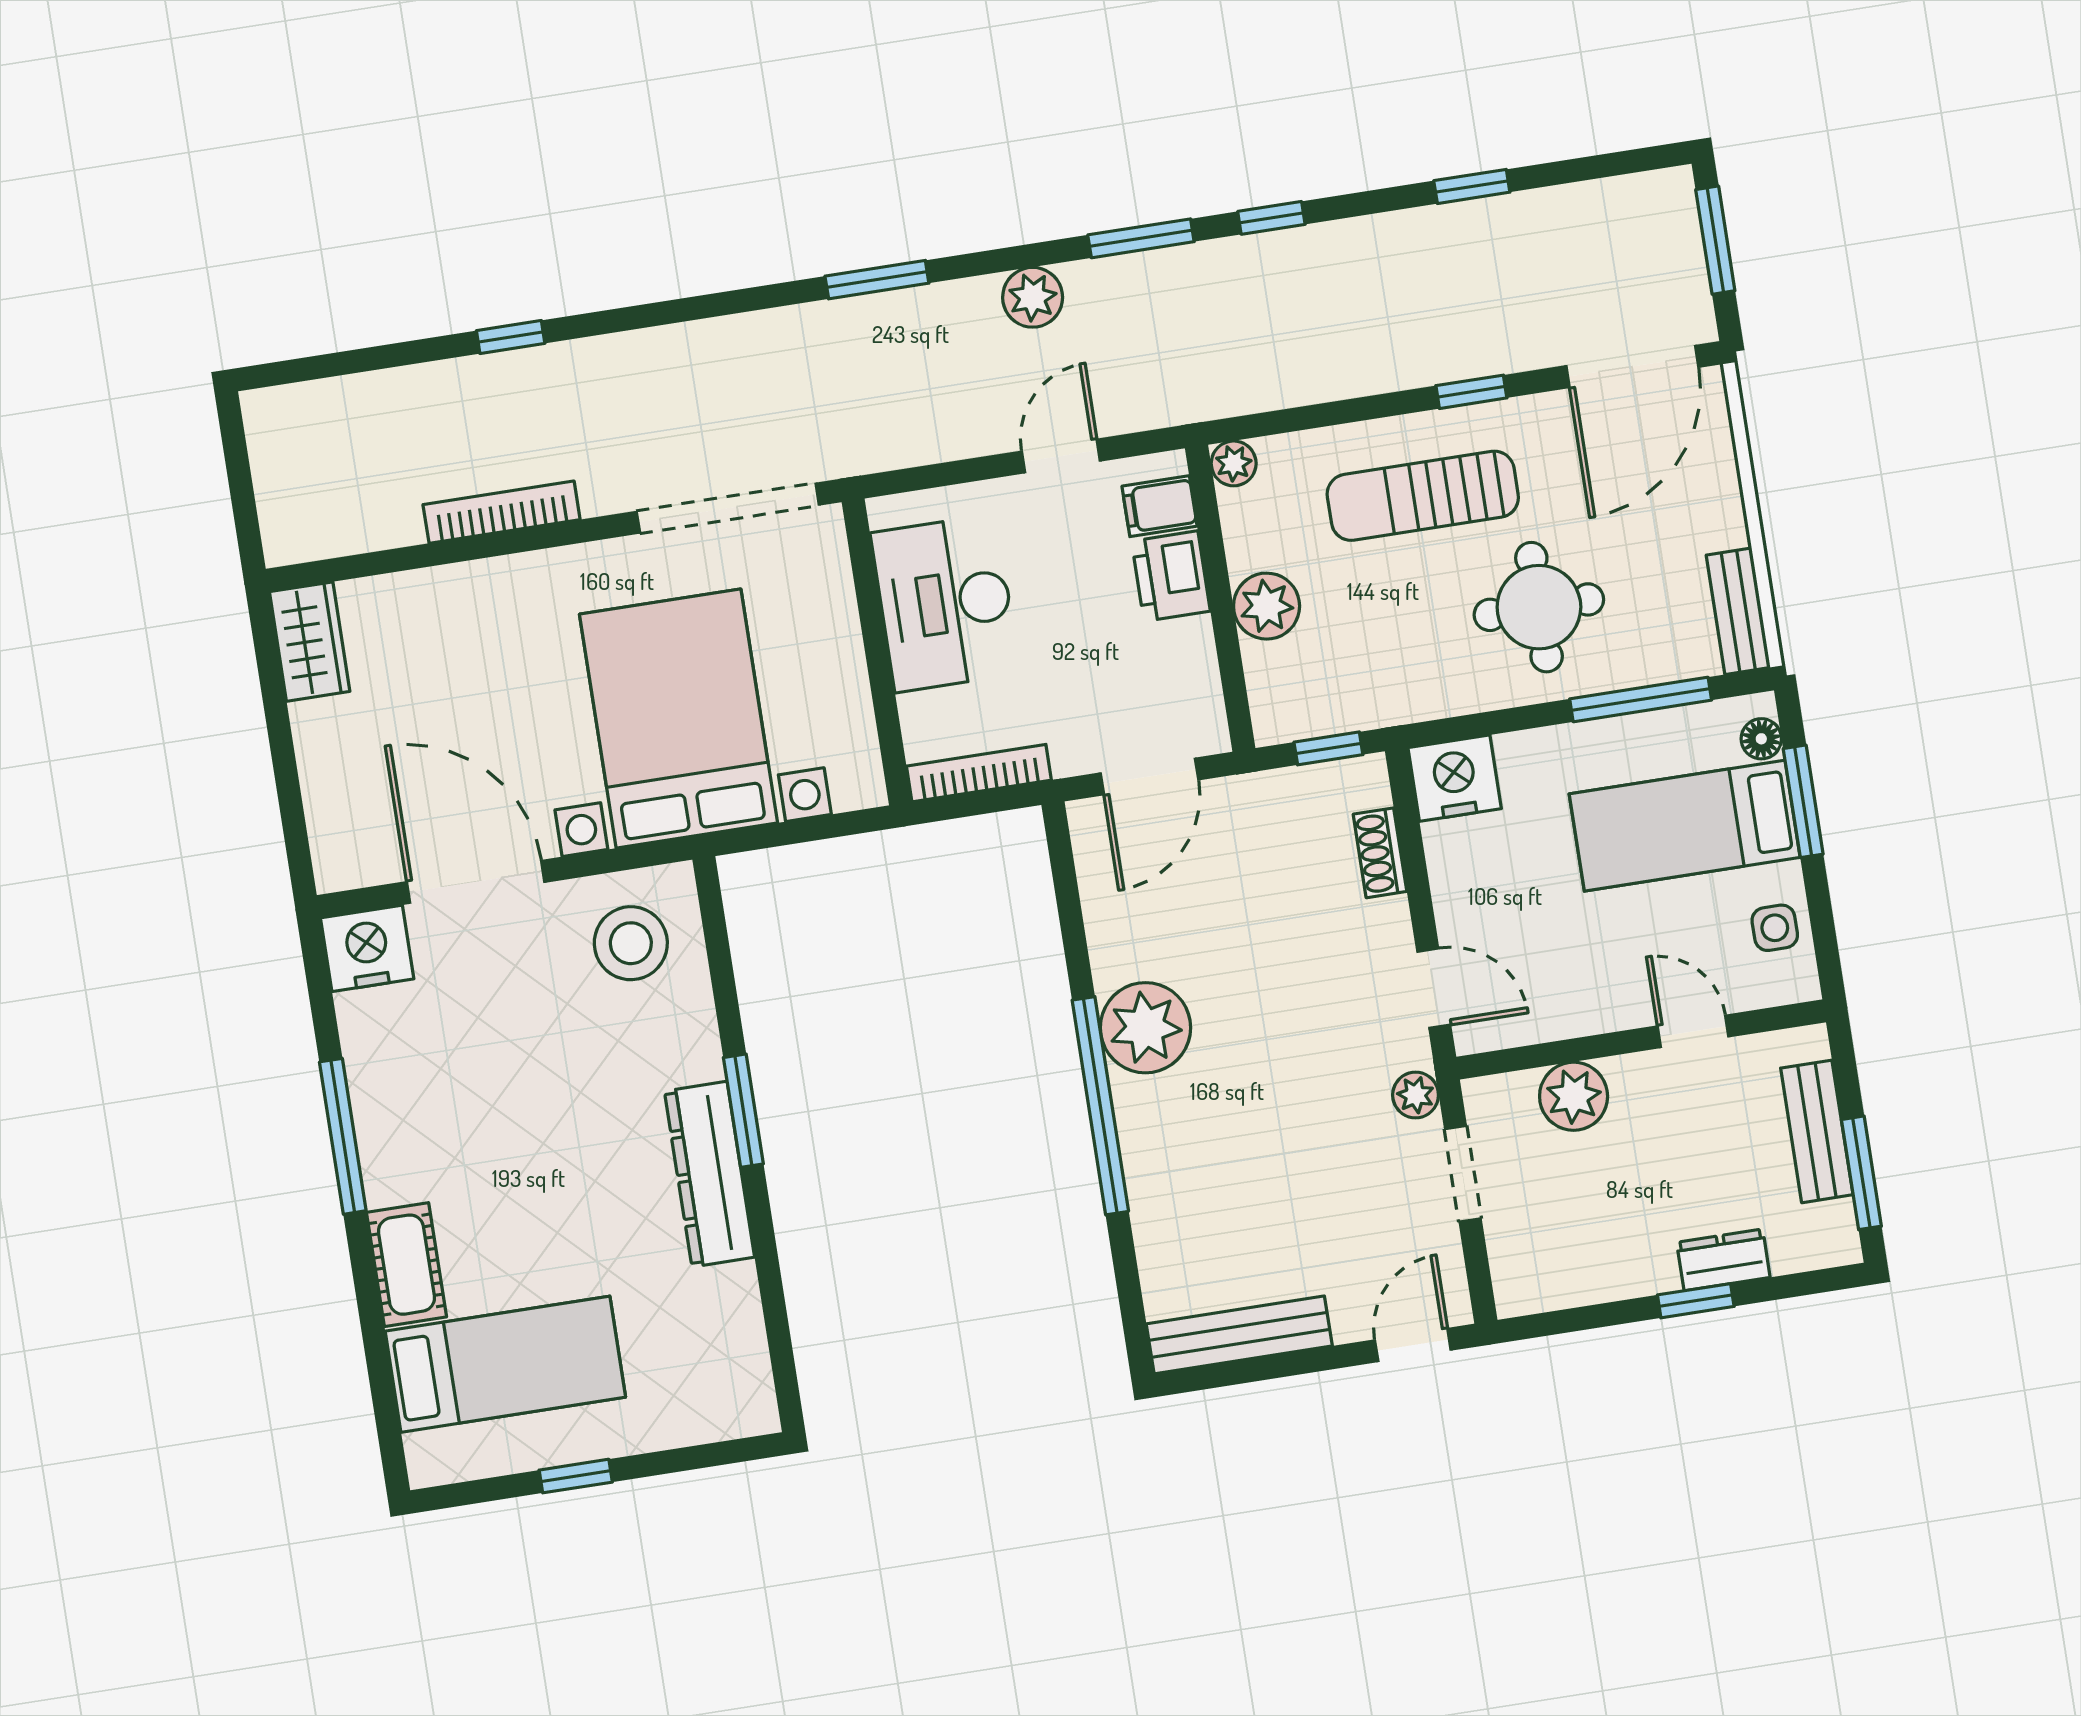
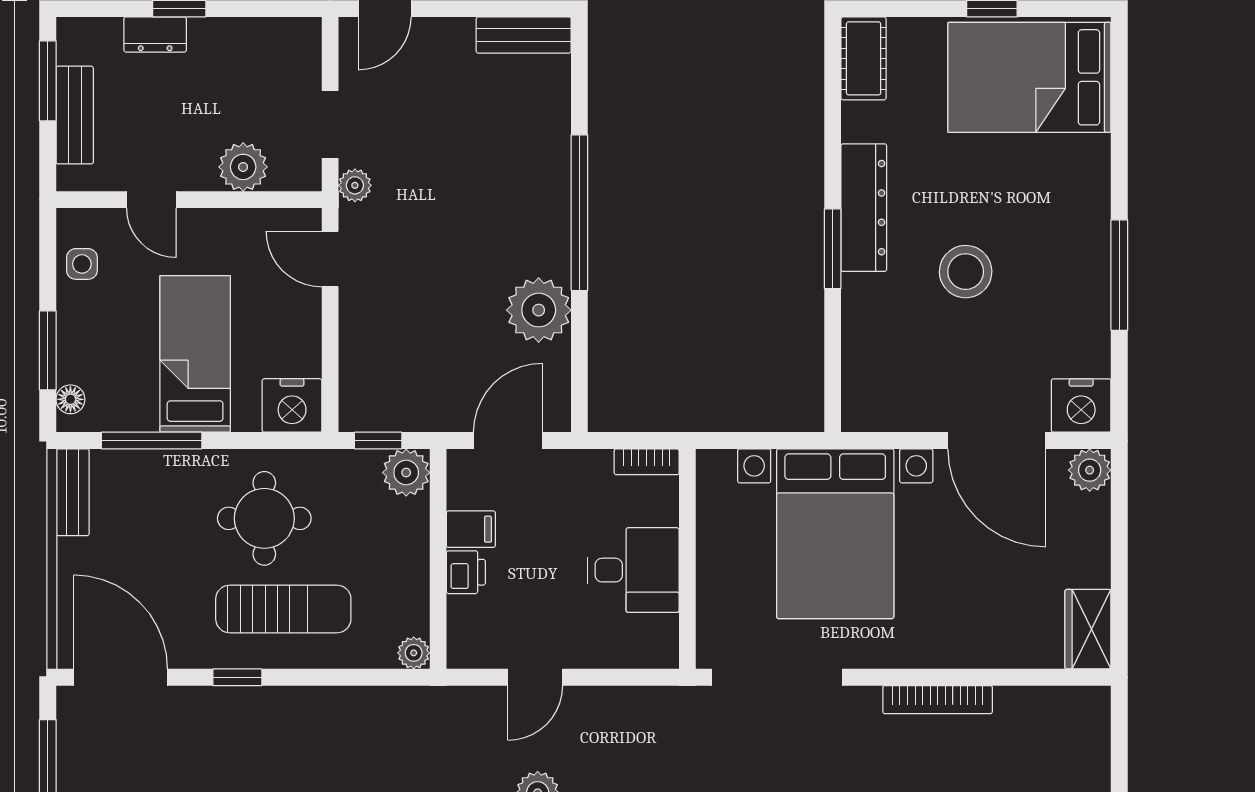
door: (1632, 367) -> (120, 677), hinge flipped
filing cabinet: (1160, 506) -> (471, 529), moved
printer: (1171, 576) -> (466, 572), width x0.73, depth x0.81
desk: (945, 603) -> (633, 570), width x0.73
plant: (1267, 606) -> (406, 473), moved
round table: (1539, 607) -> (264, 518), moved
bookcase: (979, 773) -> (647, 462), width x0.64
bed: (1685, 826) -> (195, 354), moved, turned -90
shoe rack: (1380, 853) -> (353, 361), removed
plant: (342, 861) -> (1090, 470), added
stool: (631, 943) -> (966, 272), moved
plant: (1146, 1028) -> (539, 310), moved
cot: (406, 1265) -> (864, 58), moved
bench: (1239, 1335) -> (524, 35), width x0.73
bed: (505, 1364) -> (1029, 77), width x1.50

